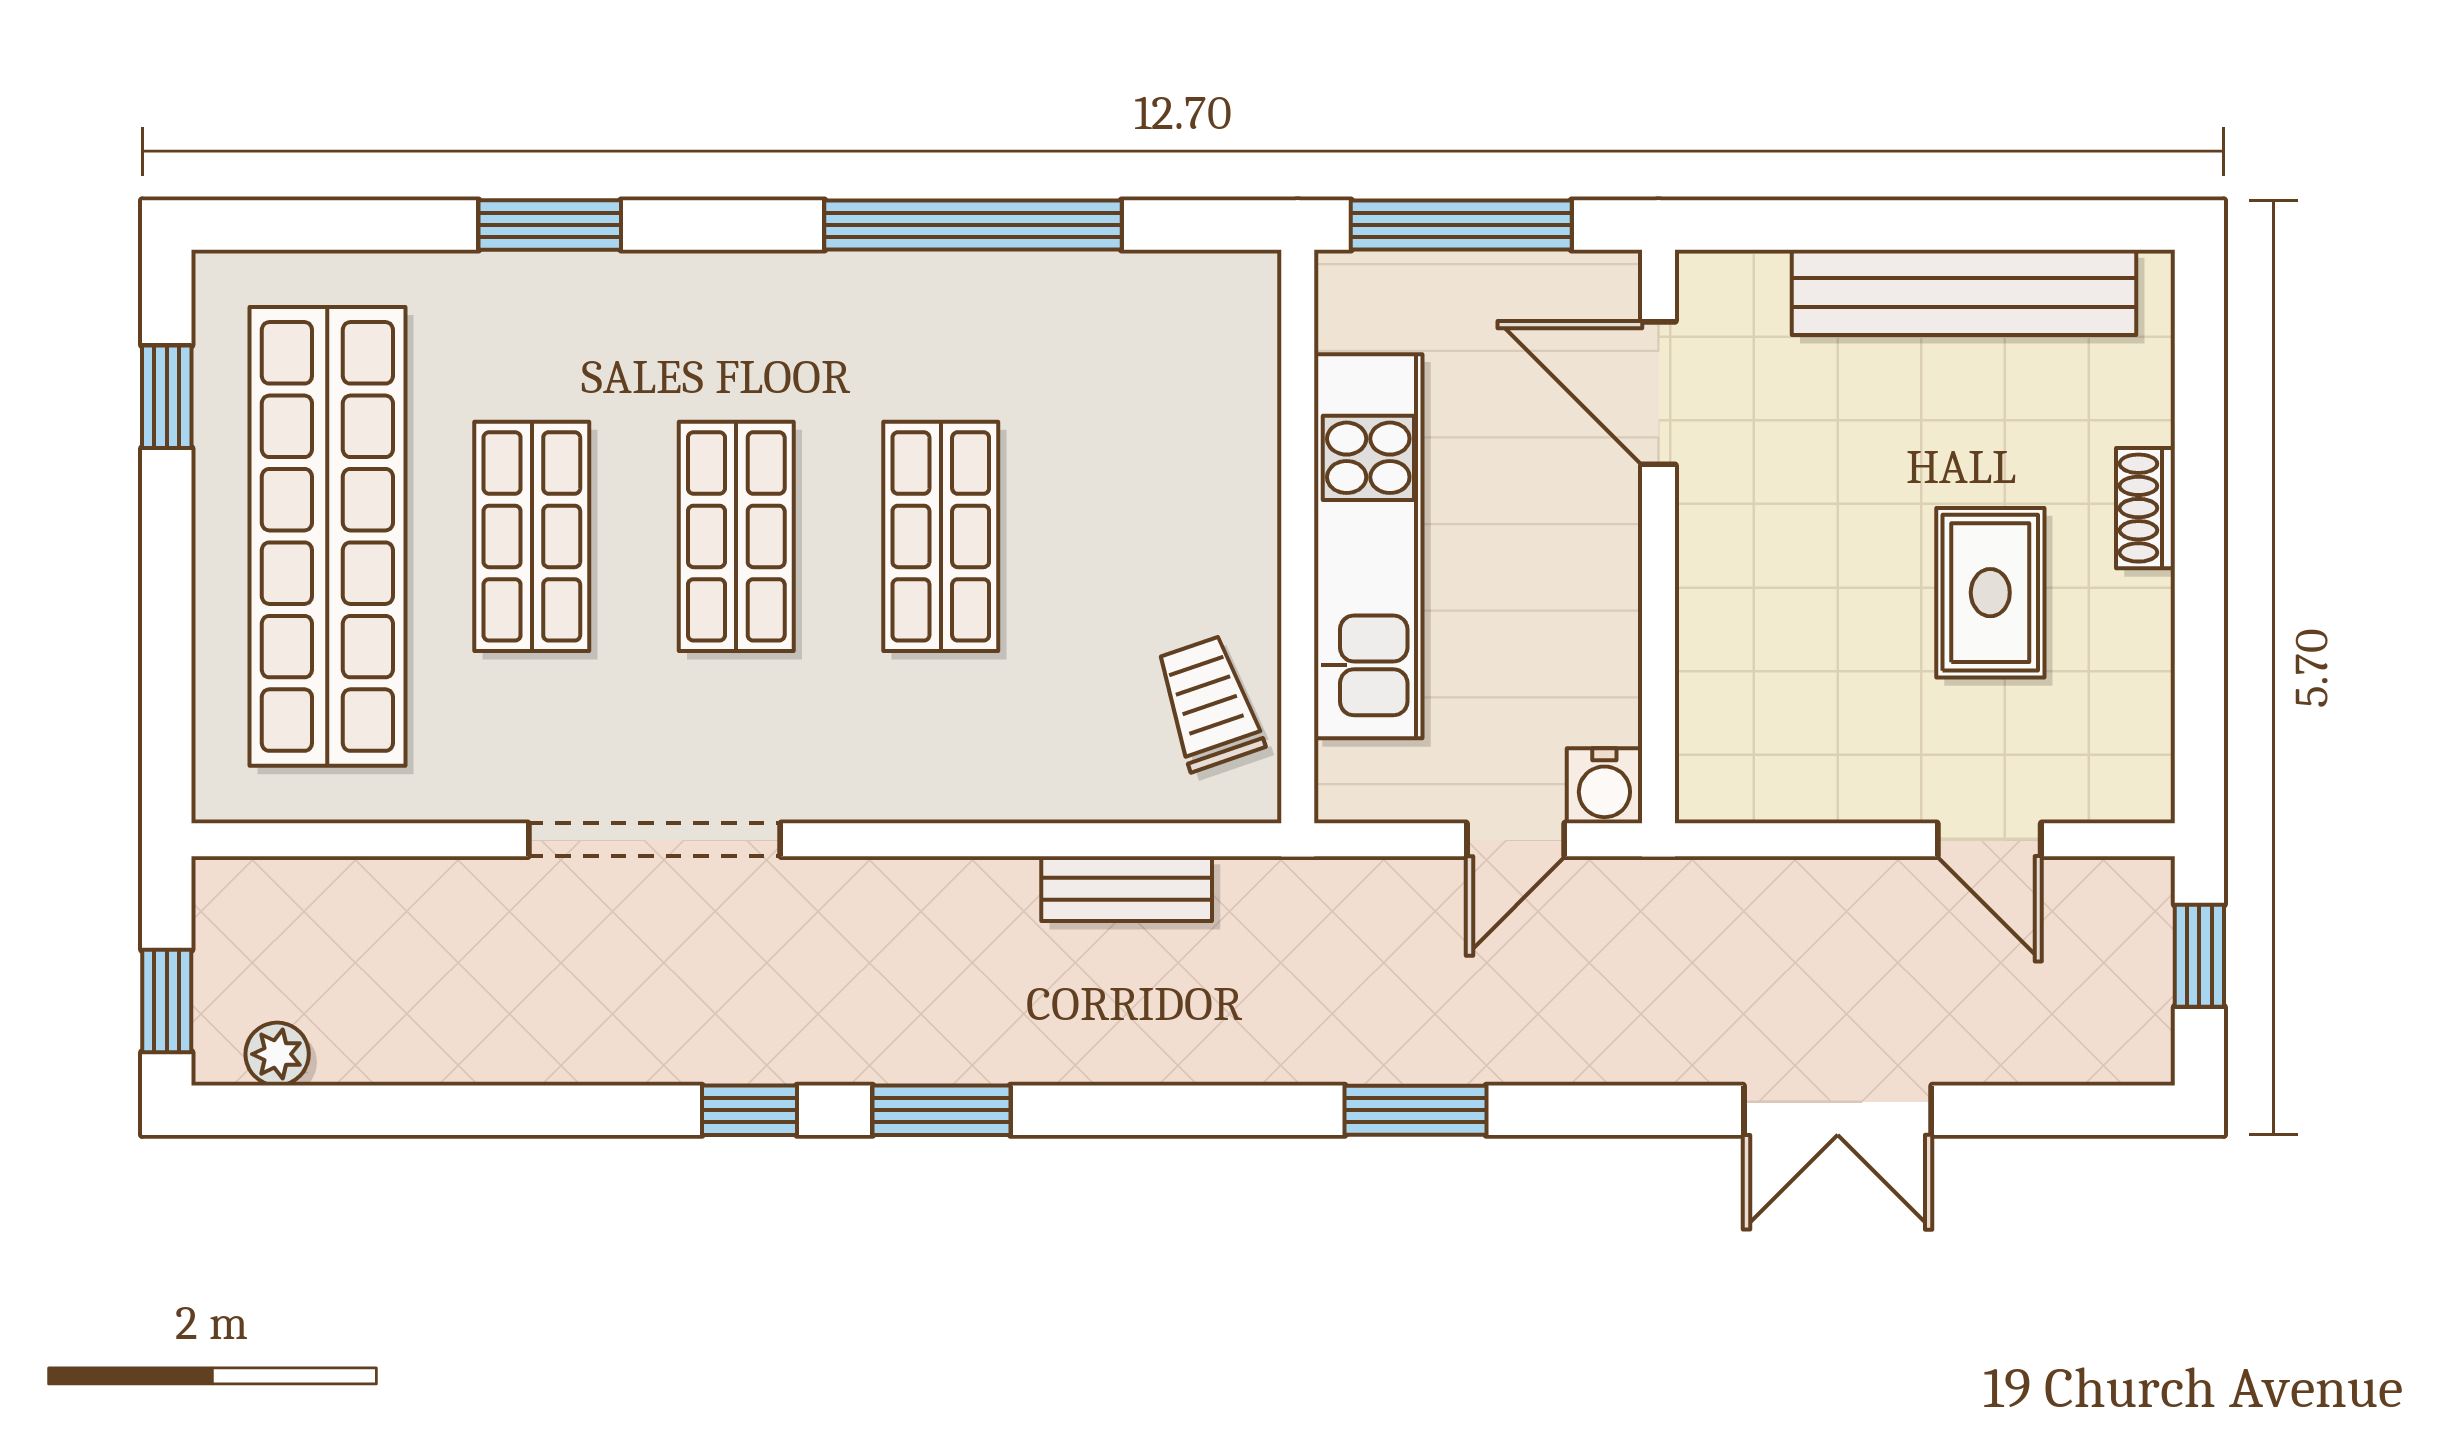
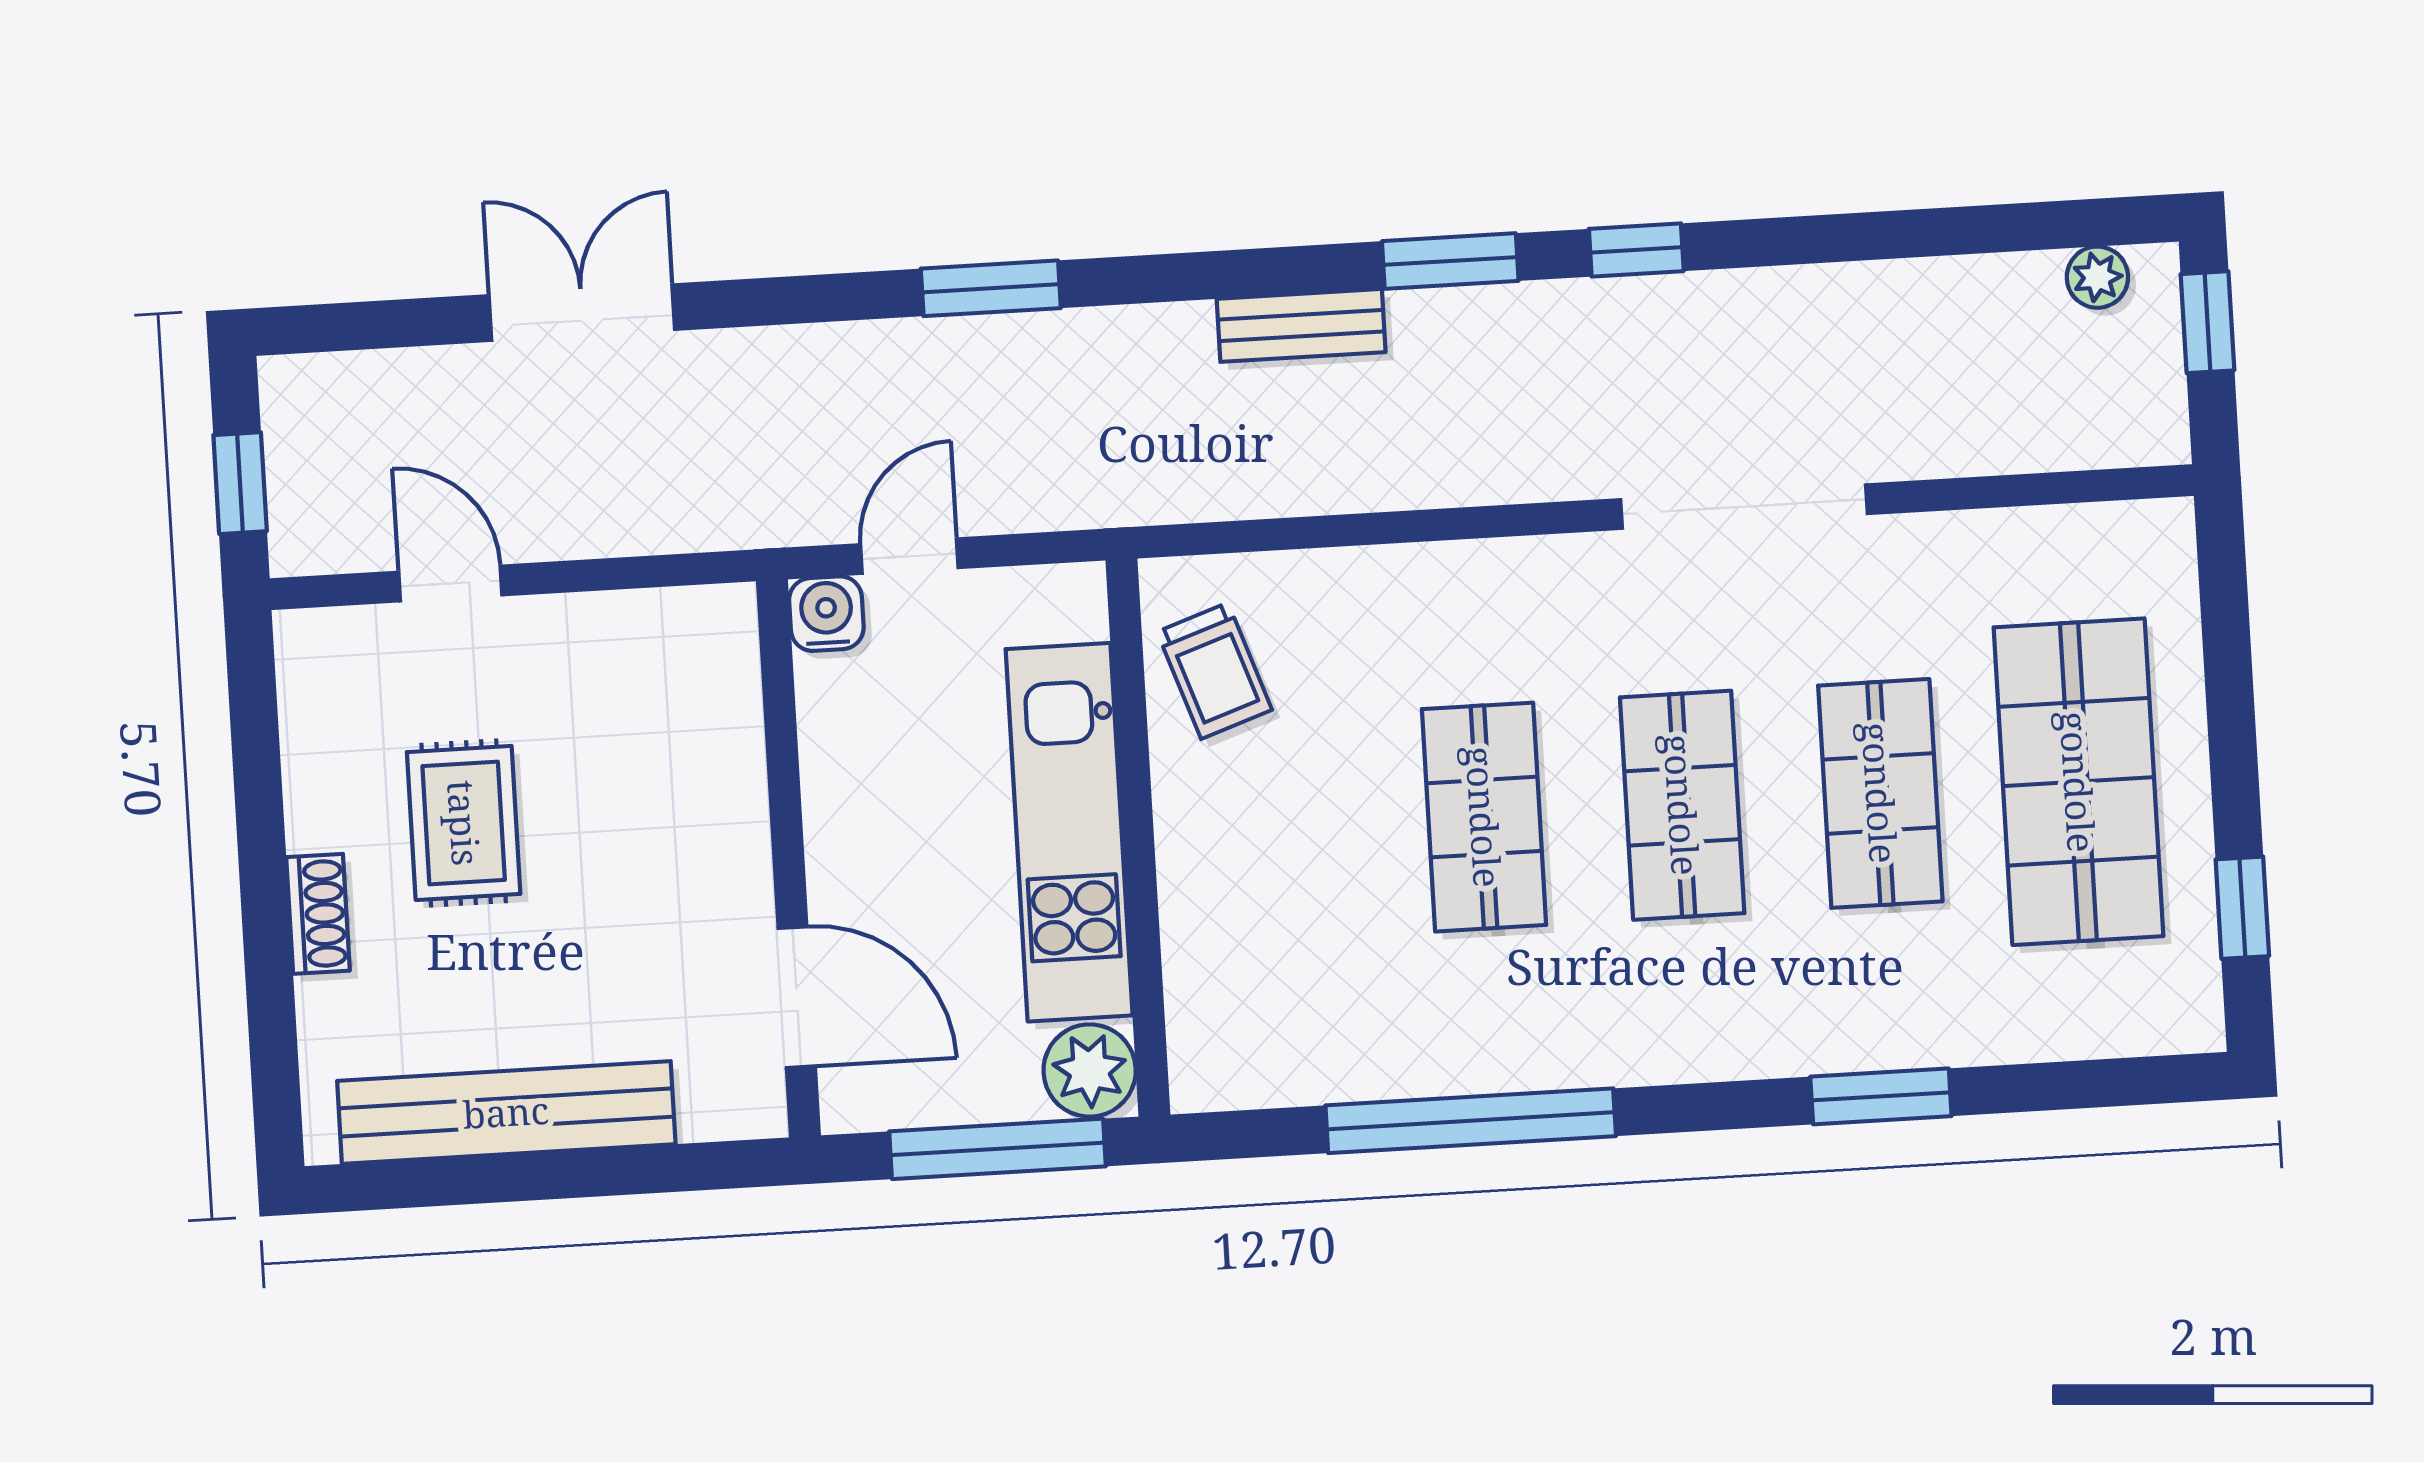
plant: (1362, 300) -> (1090, 1070), added
shop shelf: (327, 536) -> (2078, 782), width x0.71
bench: (1127, 889) -> (1301, 325), moved

